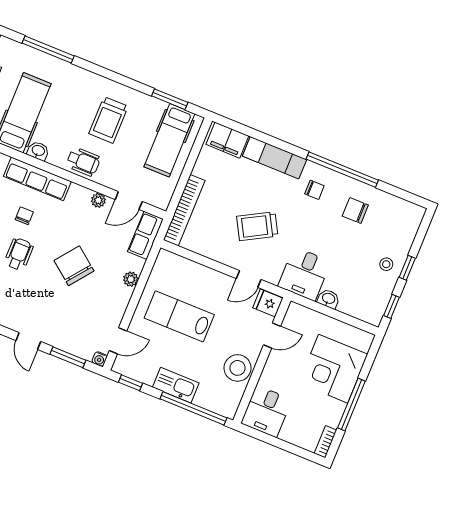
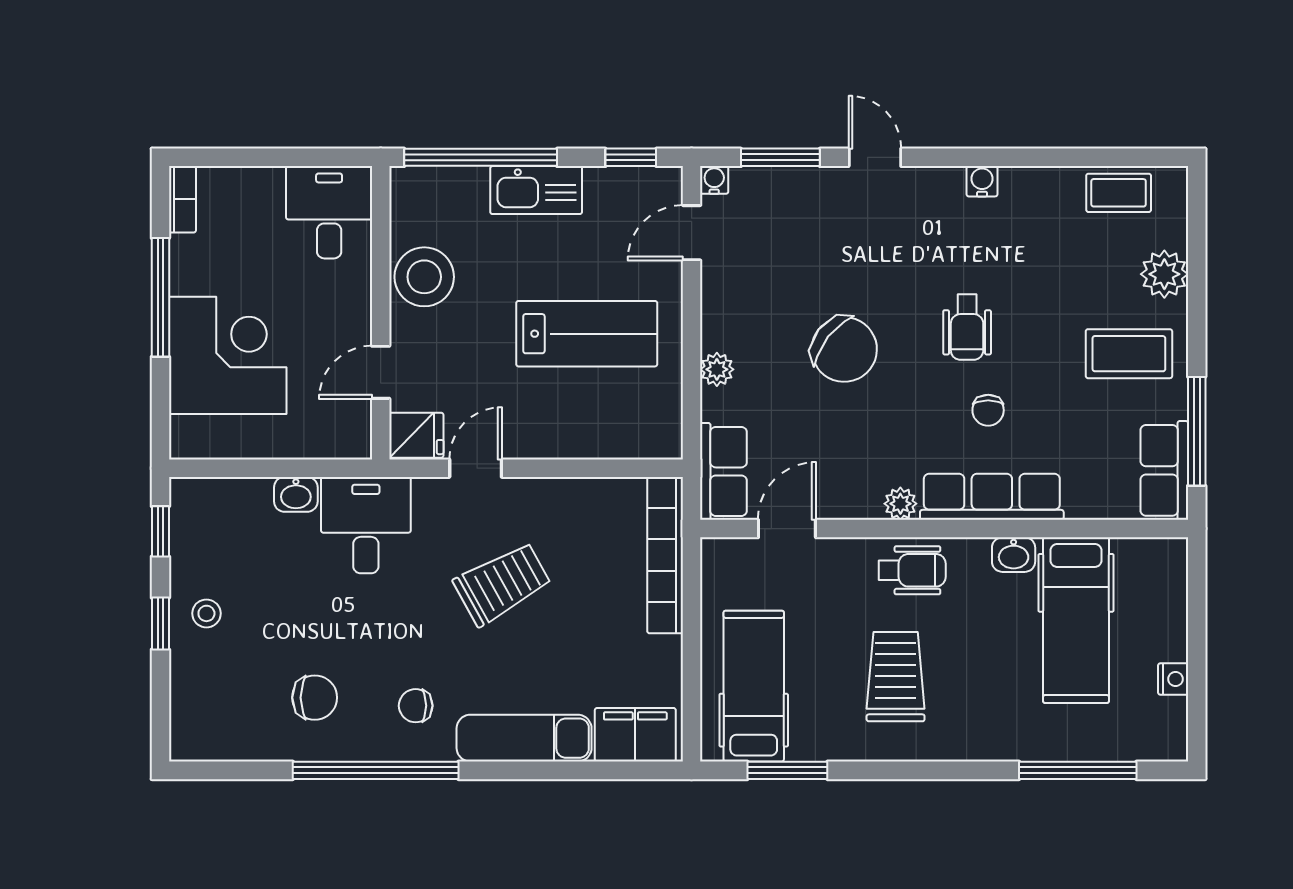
wheelchair: (83, 162) -> (912, 570), turned 180
plant: (98, 200) -> (900, 504), moved

